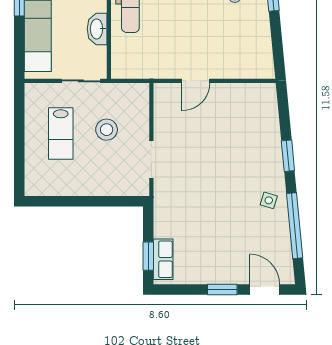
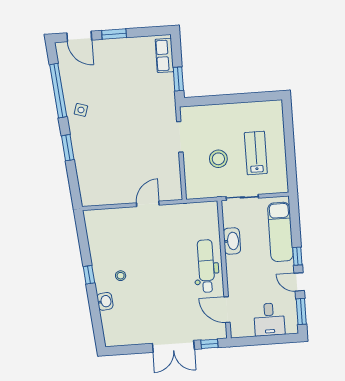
window: (148, 256) -> (178, 79), moved

